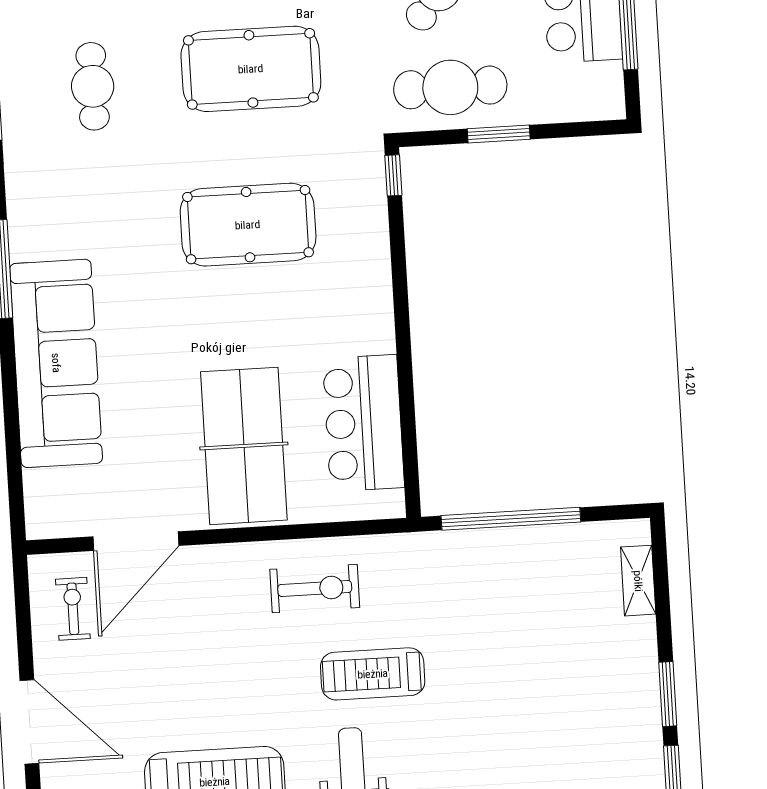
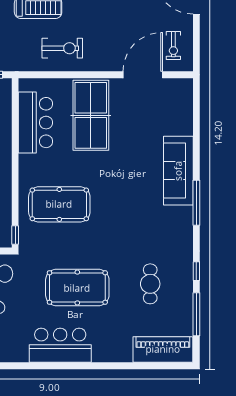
pool table: (248, 225) -> (59, 204), moved
sofa: (56, 363) -> (178, 171), width x0.74, depth x0.79
exercise bike: (315, 588) -> (62, 48), turned 180

